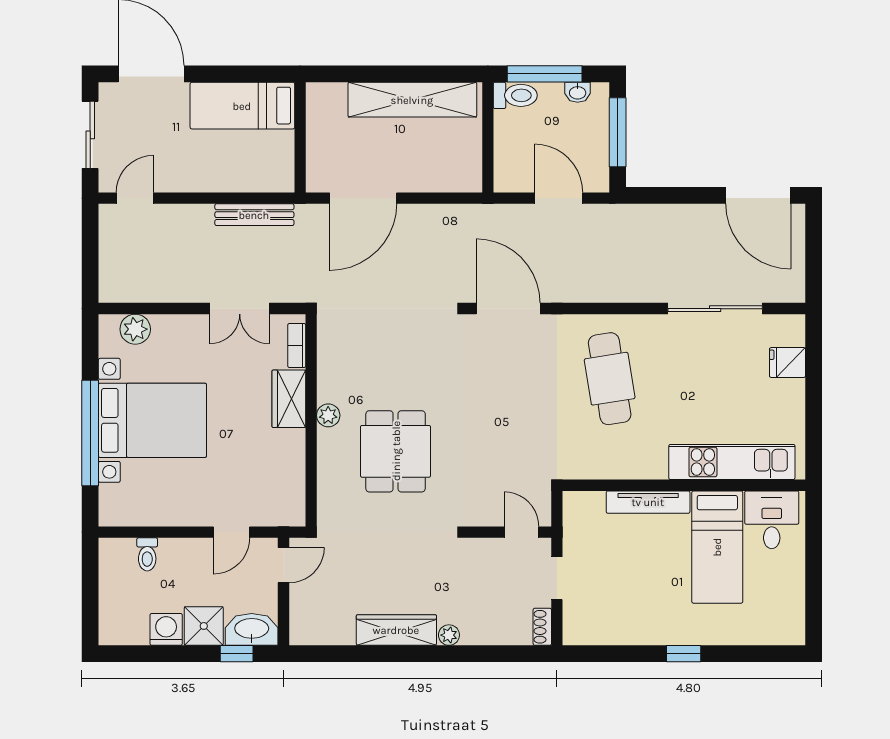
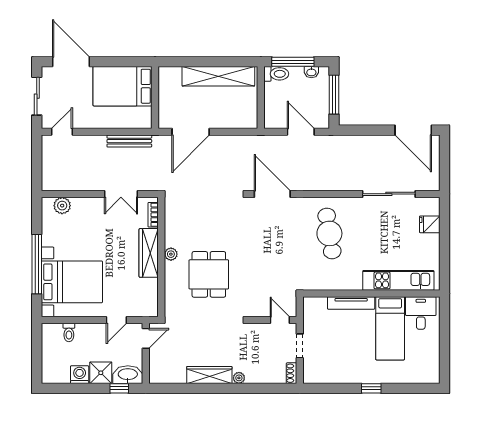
bed: (242, 106) -> (123, 86), width x1.50
wardrobe: (289, 399) -> (149, 253), width x1.50
bed with nightstands: (152, 420) -> (72, 282), moved

